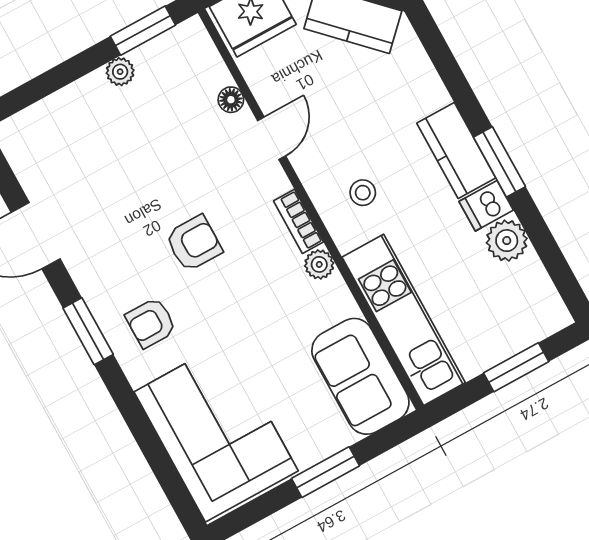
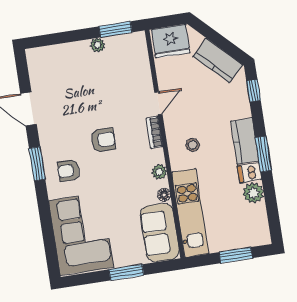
window: (439, 52) -> (254, 91), added
floor lamp: (231, 100) -> (164, 195), moved
bookcase: (299, 221) -> (155, 132), moved

